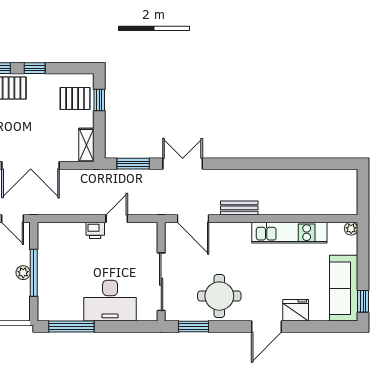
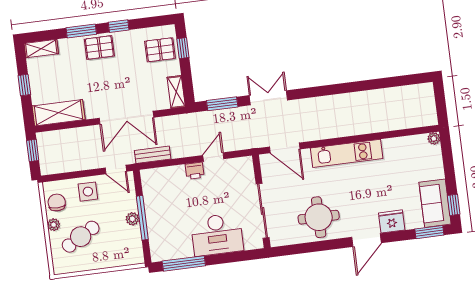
bench: (239, 208) -> (153, 155), moved
kitchen unit: (289, 233) -> (347, 153), moved
sofa: (344, 288) -> (435, 203), width x0.73
window: (193, 327) -> (429, 232), moved

